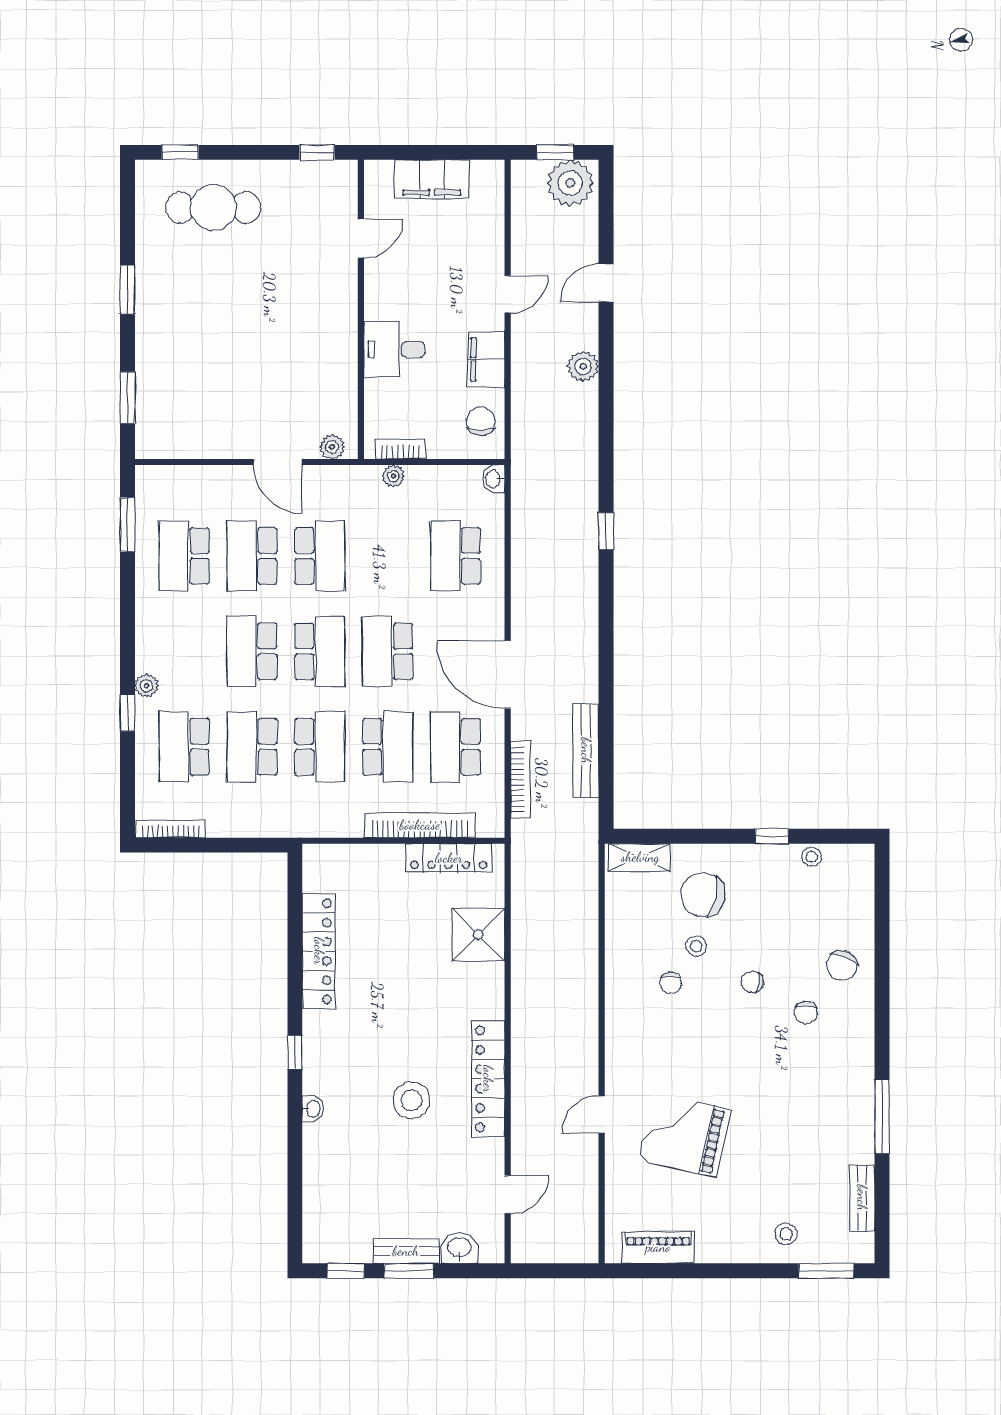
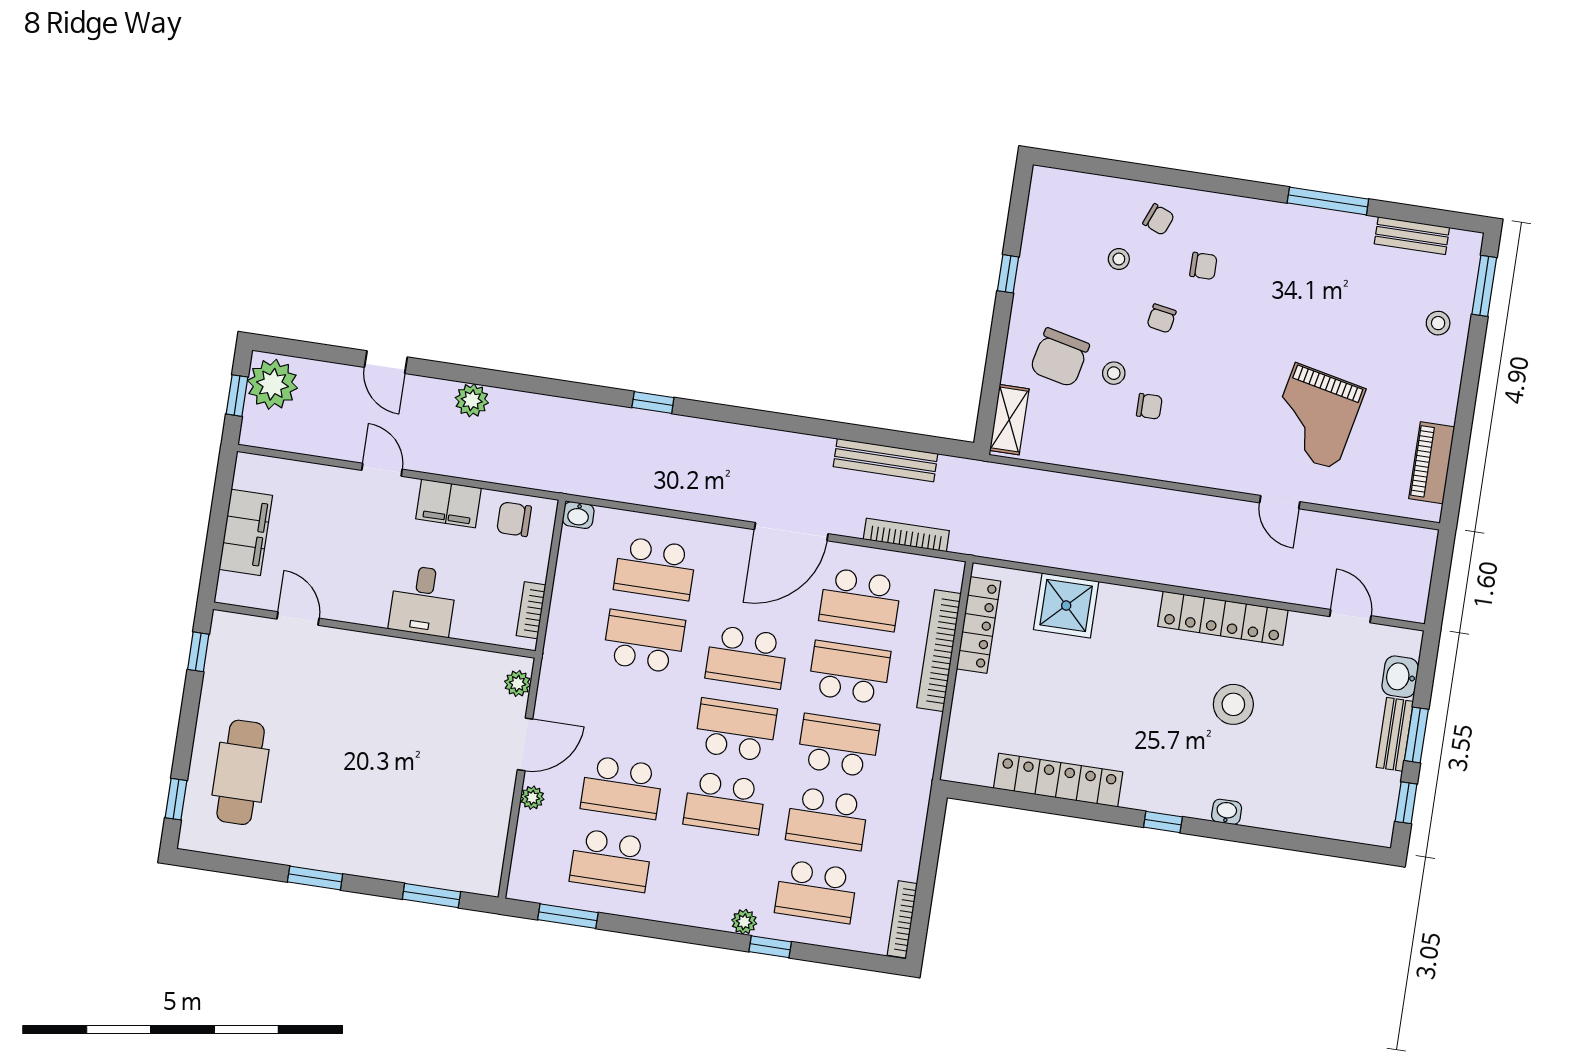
plant: (393, 476) -> (532, 798), moved
school desk: (320, 556) -> (644, 641), moved
stool: (812, 857) -> (1119, 259), moved
chair: (842, 966) -> (1159, 219), width x0.73, depth x0.73

